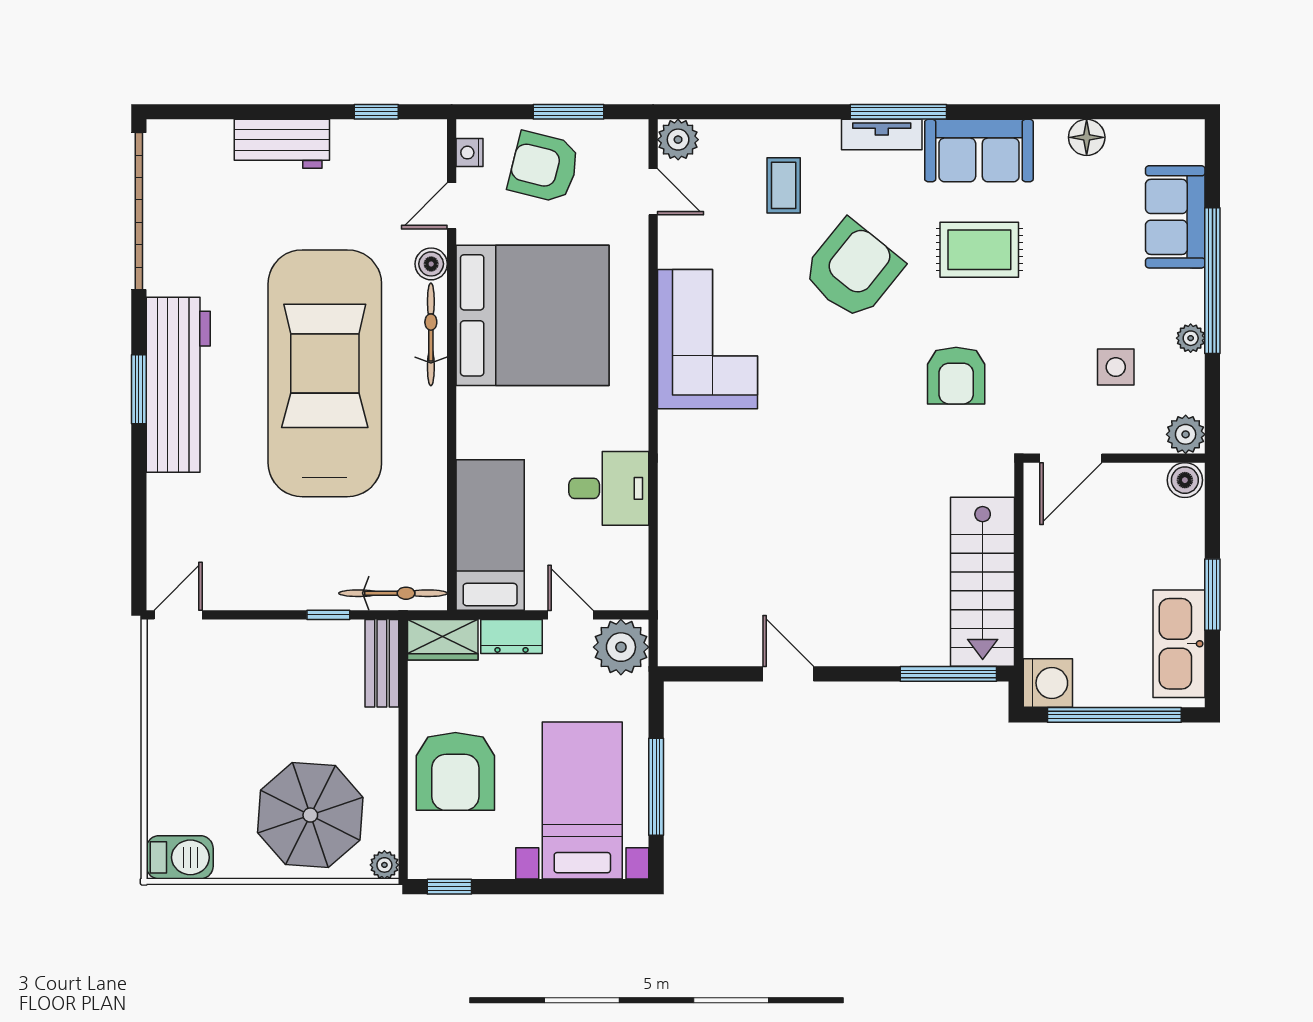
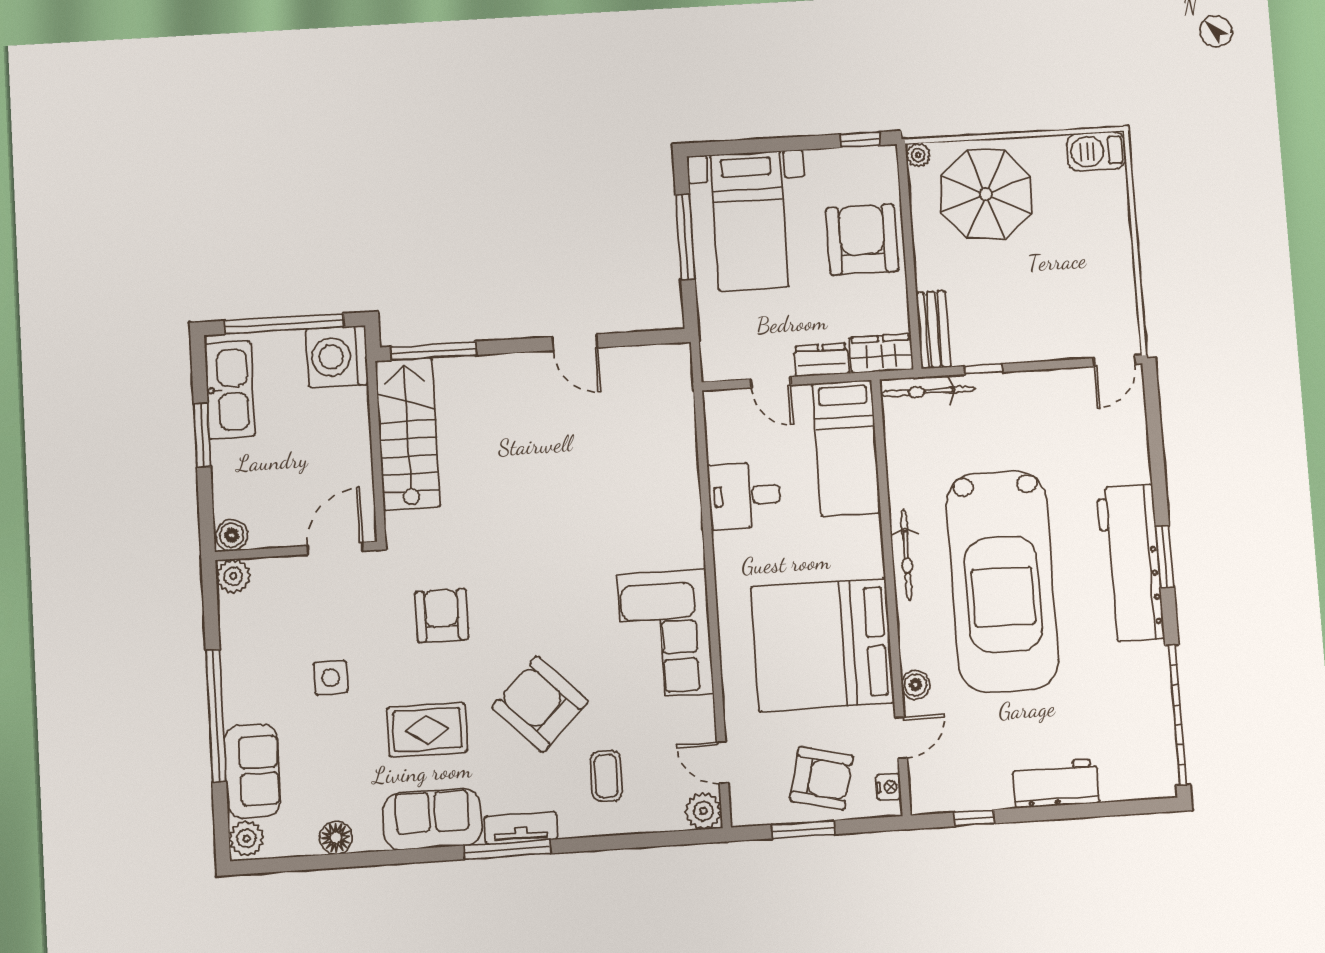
armchair: (853, 270) -> (540, 704), turned 96
bicycle: (431, 334) -> (906, 555), moved
plant: (1191, 338) -> (247, 838), moved, width x1.38, depth x1.38
side table: (1116, 367) -> (331, 678), moved
plant: (621, 647) -> (724, 357), removed
washing machine: (1048, 683) -> (337, 357), width x1.37, depth x1.37

